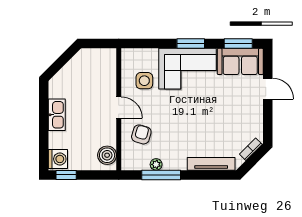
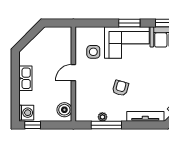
door: (119, 107) -> (73, 73), swing flipped
armchair: (141, 134) -> (120, 88), moved

